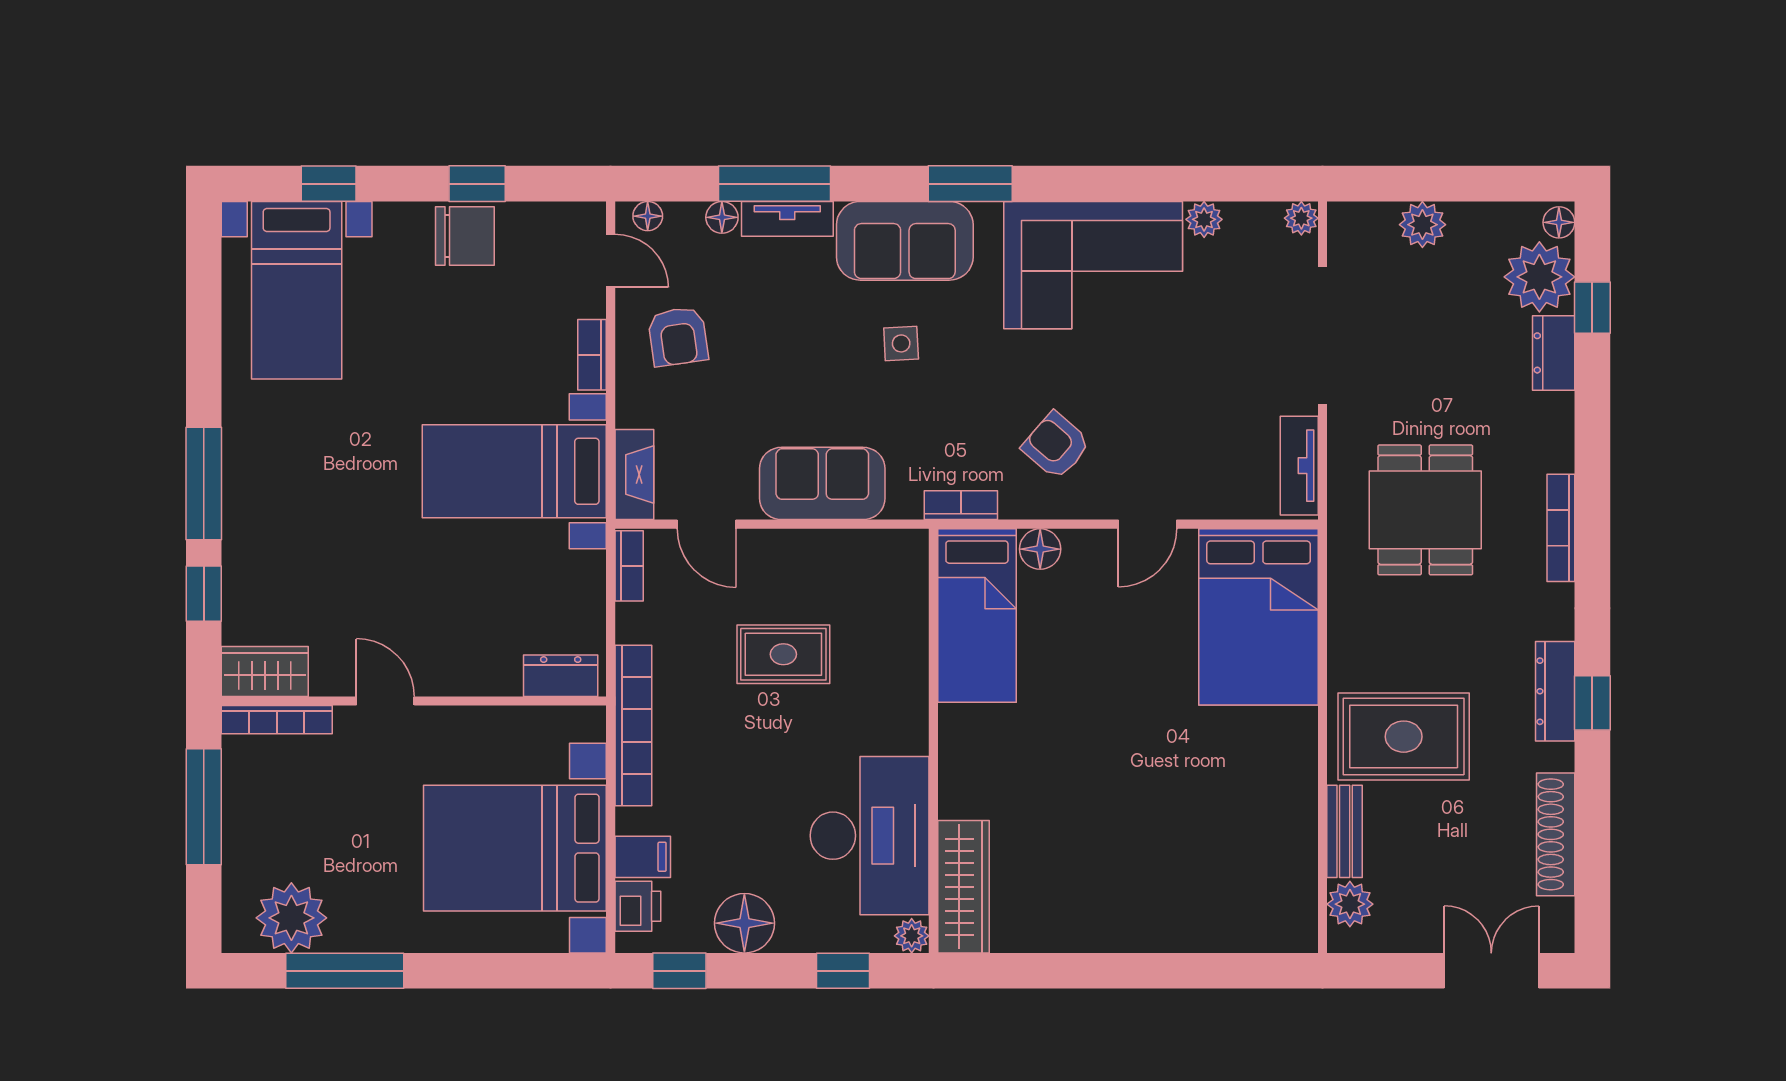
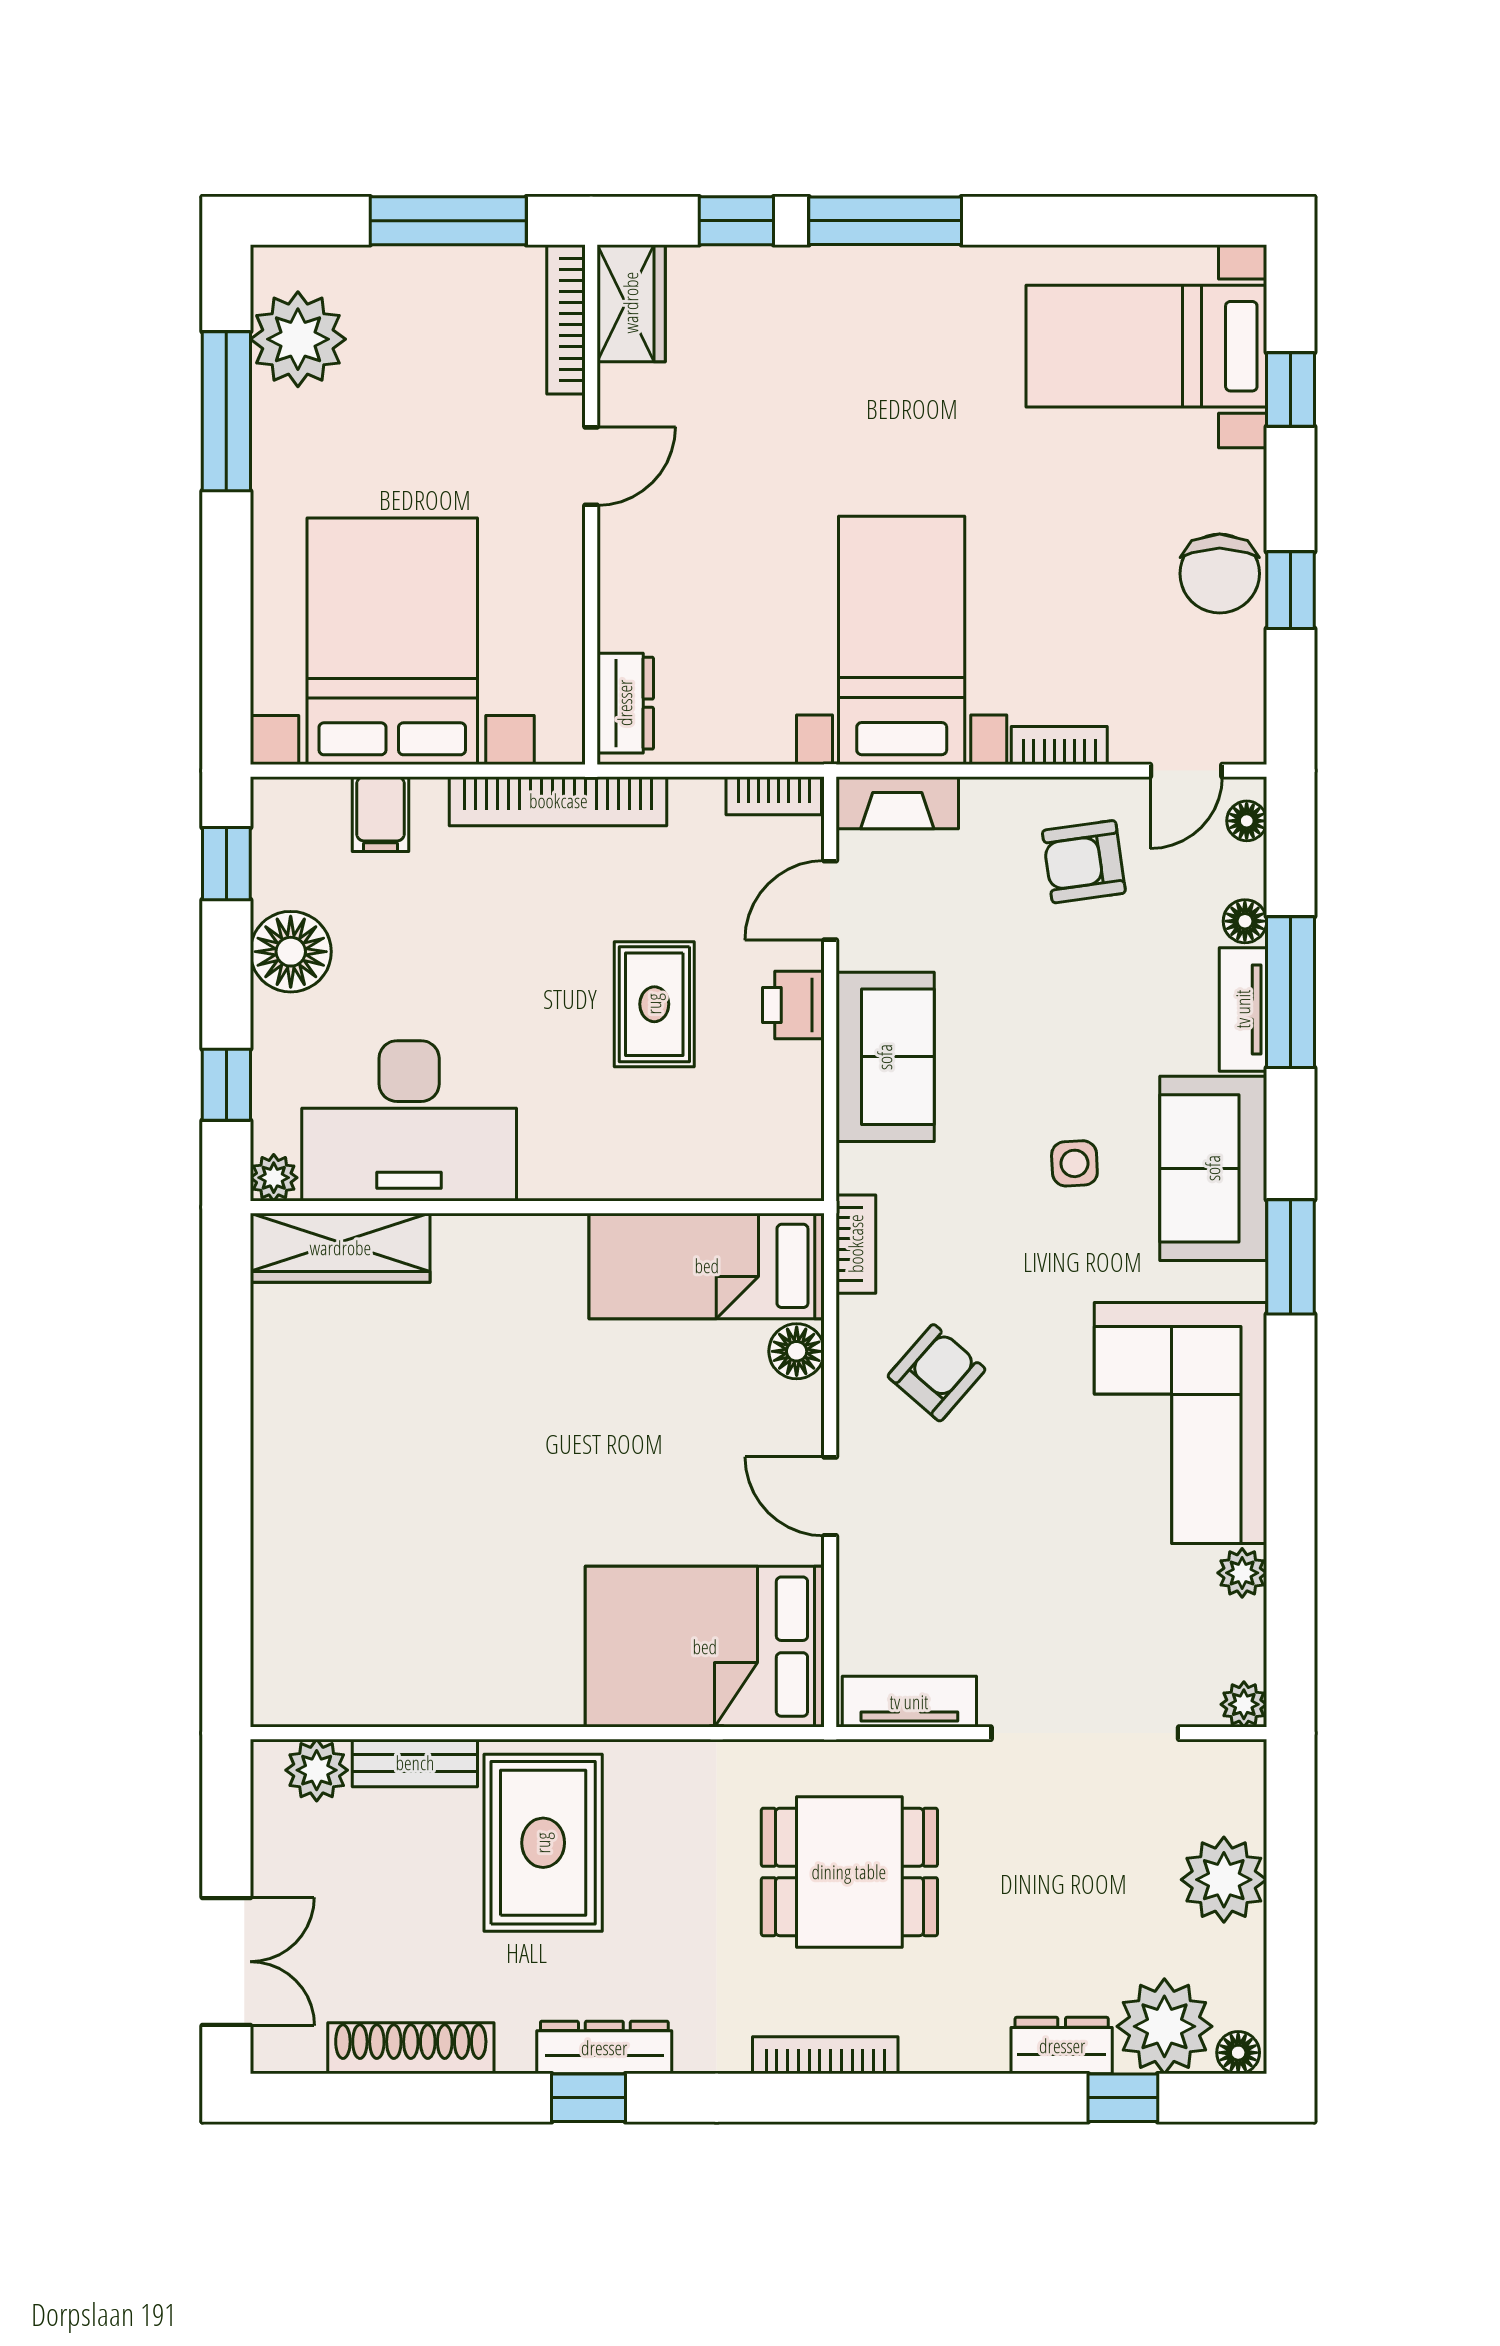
plant: (1422, 225) -> (1224, 1880), width x1.36, depth x1.36
printer: (638, 906) -> (793, 1005), moved, turned 90

